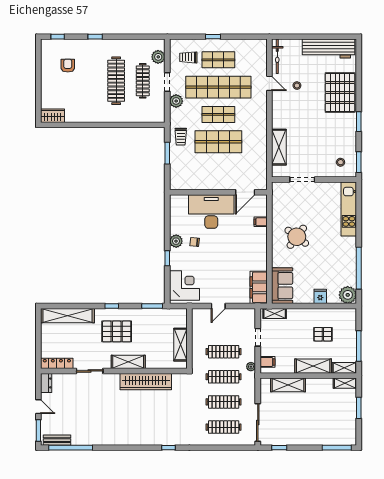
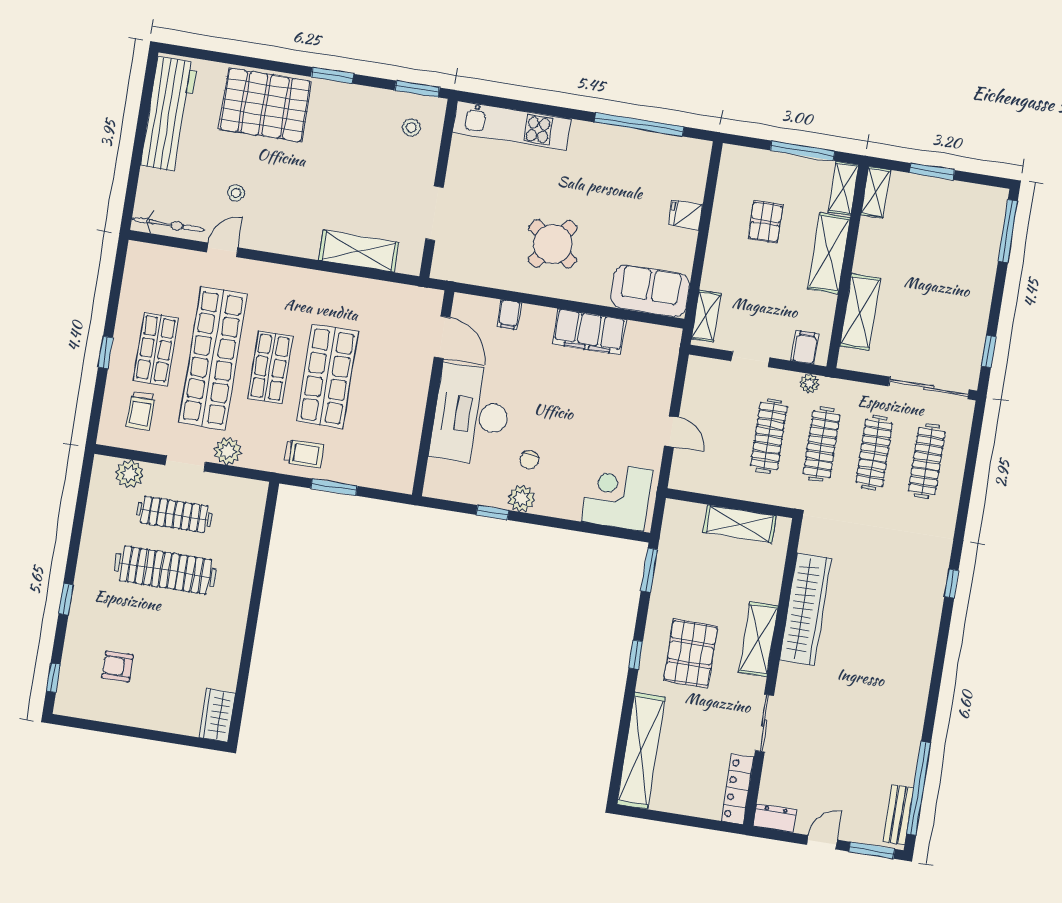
window: (167, 258) -> (492, 513), moved
filing cabinet: (259, 287) -> (589, 332), moved
plant: (348, 295) -> (692, 157), removed

